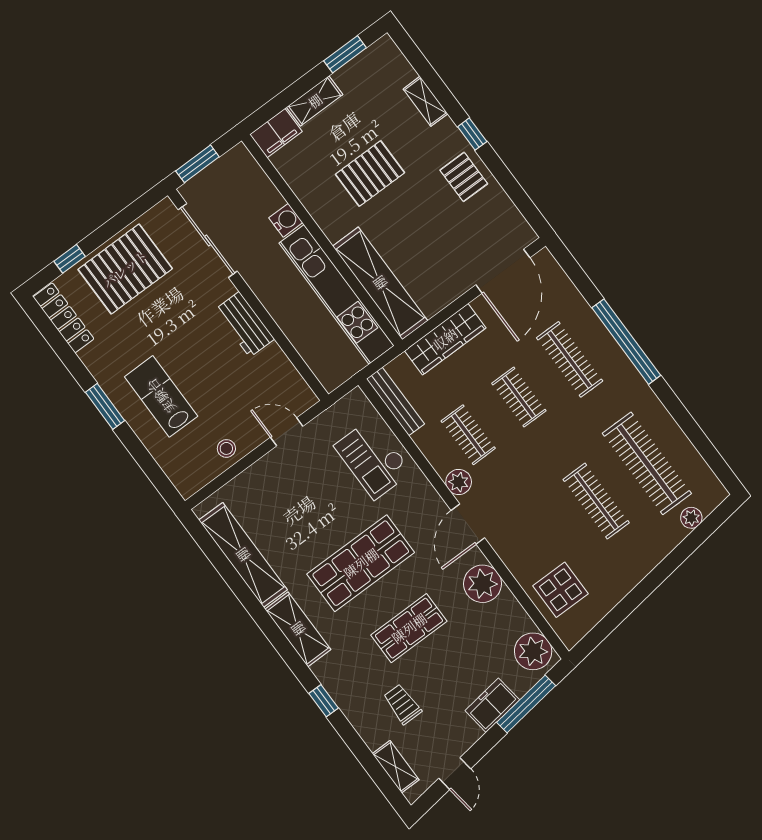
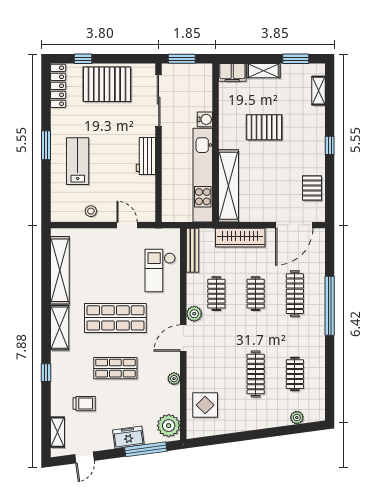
shelving: (425, 101) -> (318, 91), moved
pallet: (464, 177) -> (312, 188), moved
clothes rail: (647, 463) -> (295, 374), width x0.54, depth x0.76
plant: (482, 584) -> (174, 379), width x0.53, depth x0.53
trolley: (402, 704) -> (84, 404), turned 90

